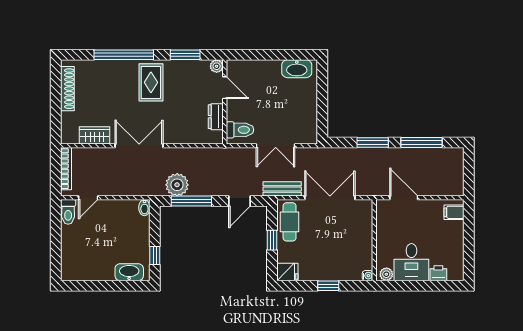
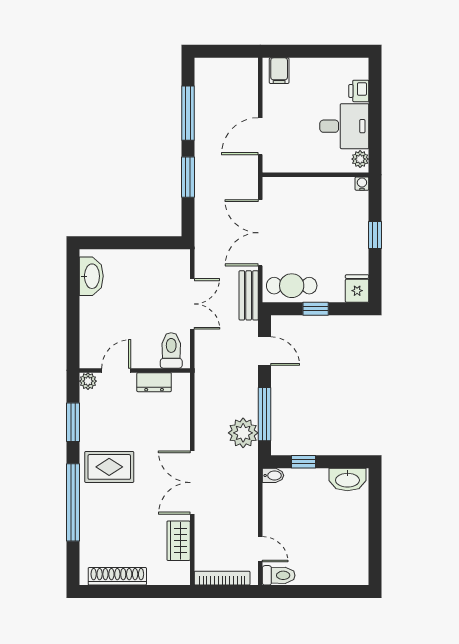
window: (155, 255) -> (303, 462), moved
washbasin: (129, 272) -> (347, 479), moved, turned -90

